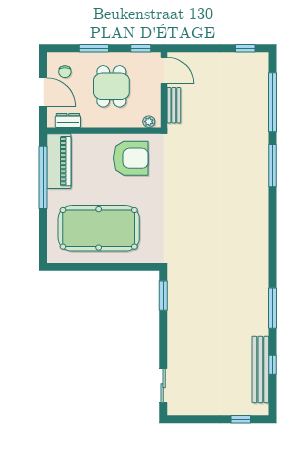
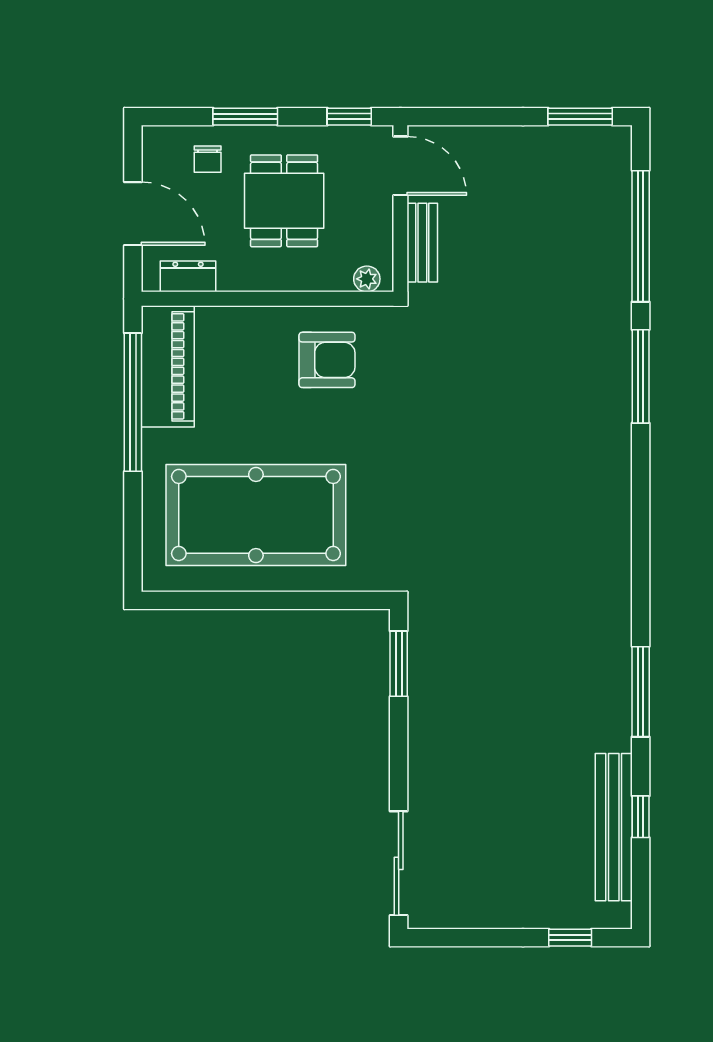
window: (245, 48) -> (580, 117), width x1.50
chair: (65, 72) -> (208, 159), moved
armchair: (131, 158) -> (327, 360), width x0.73, depth x0.73
sliding door: (163, 386) -> (399, 863), width x1.37

